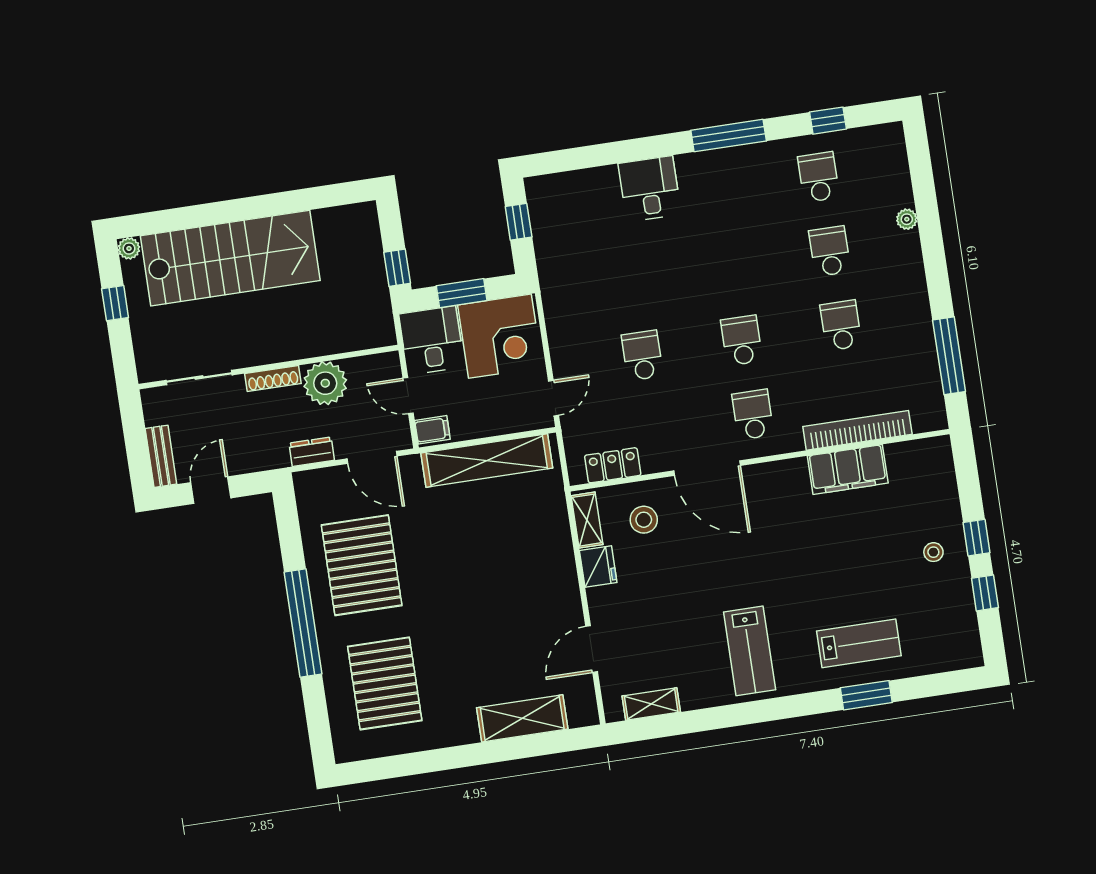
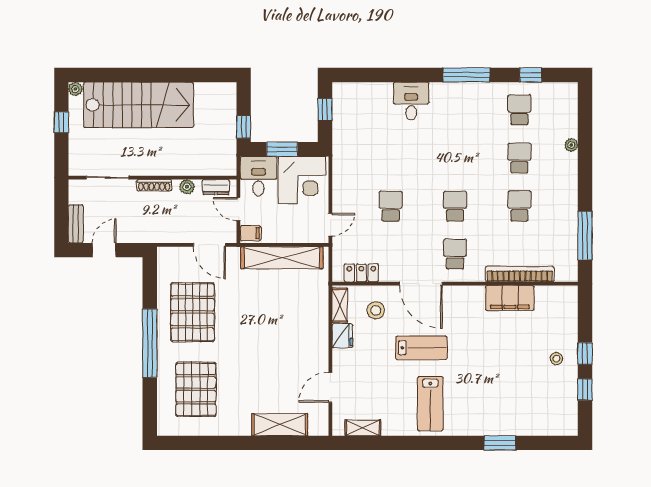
plant: (325, 383) -> (187, 187), width x0.53, depth x0.53
dresser: (312, 452) -> (216, 187), moved, turned 180
lab bench: (859, 643) -> (421, 348), moved

